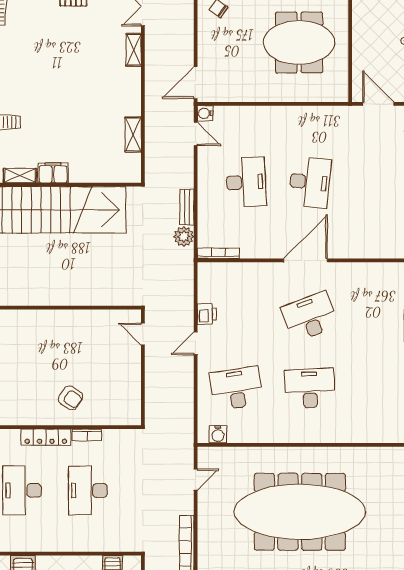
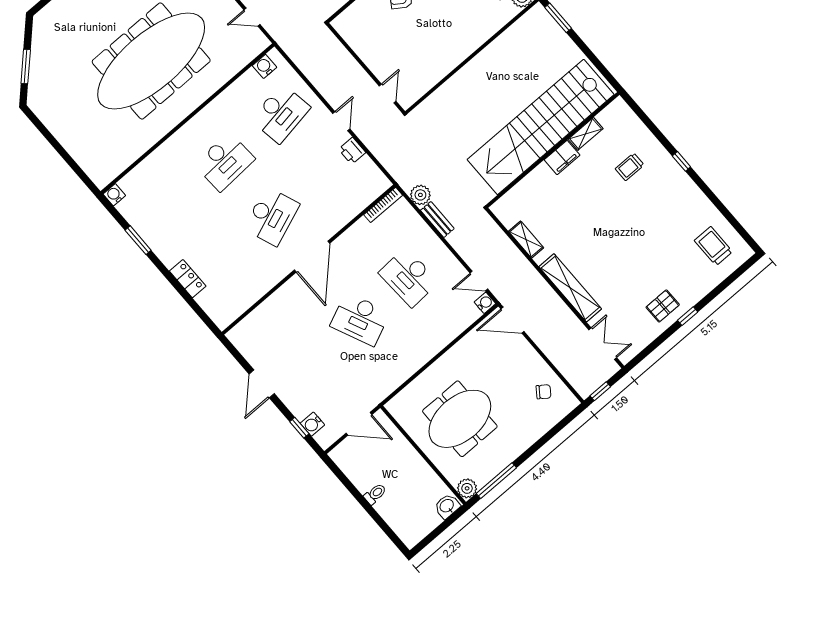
shelving: (134, 50) -> (570, 288), width x2.20, depth x1.33
door: (196, 83) -> (512, 320), swing flipped
desk: (310, 182) -> (360, 319), turned -30
door: (143, 334) -> (388, 94), hinge flipped
door: (196, 480) -> (252, 17), hinge flipped

